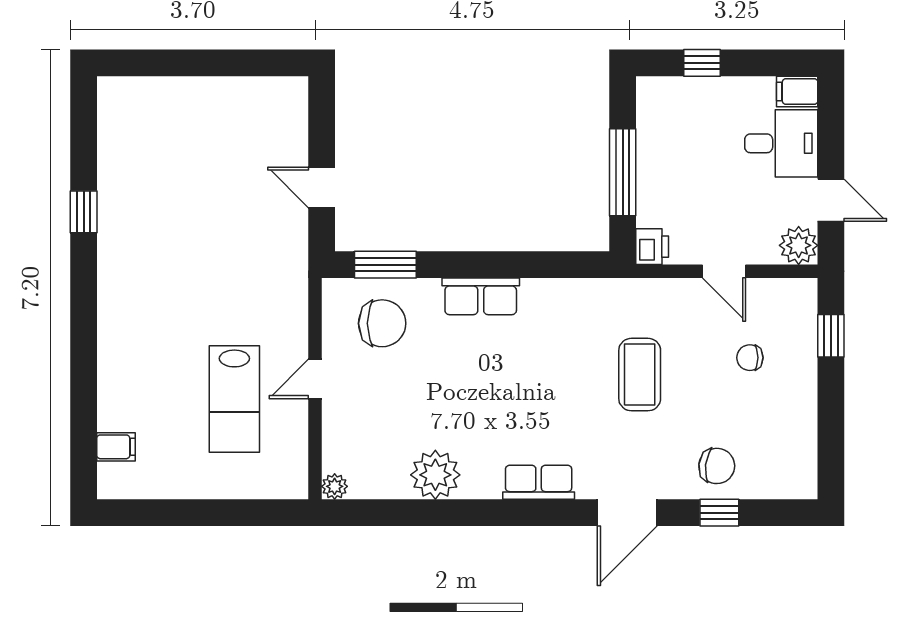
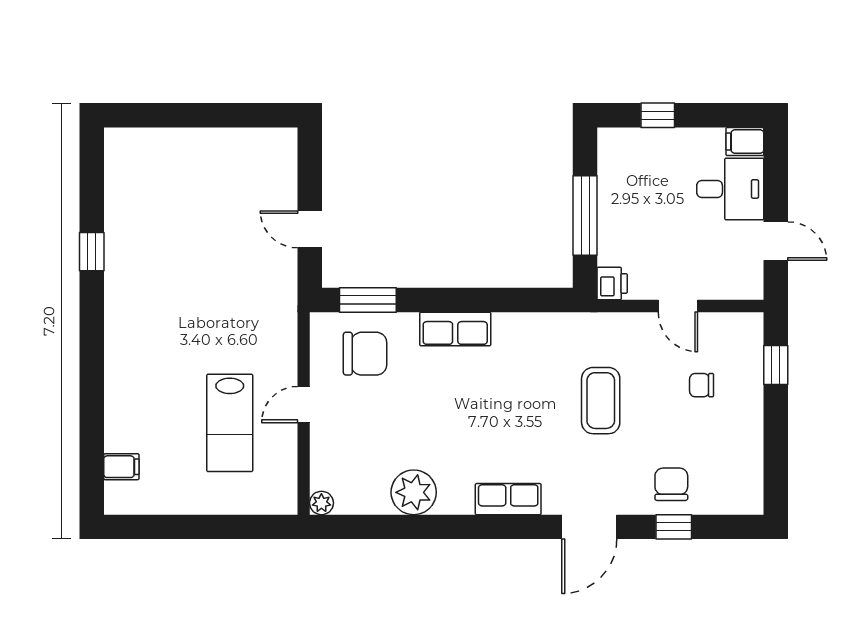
plant: (799, 245) -> (746, 282), removed
chair: (717, 466) -> (671, 484), turned -97

